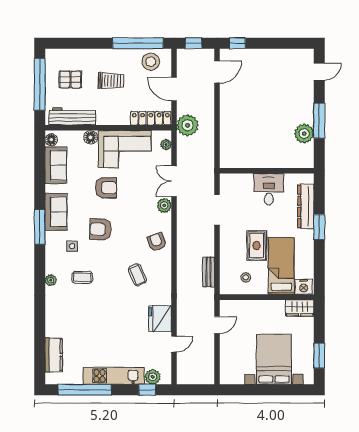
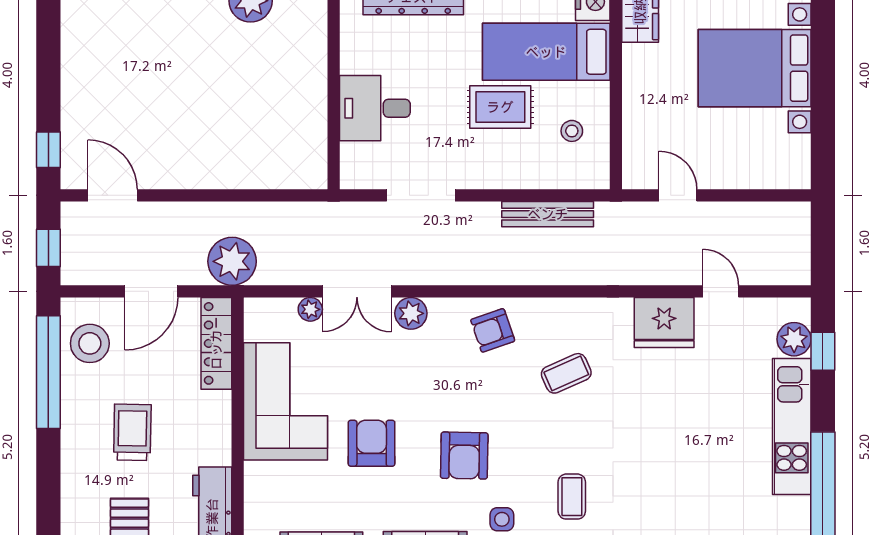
floor lamp: (91, 137) -> (259, 478), removed
plant: (166, 145) -> (310, 309), moved
desk: (269, 189) -> (375, 108), moved
bench: (209, 272) -> (548, 214), width x1.36

